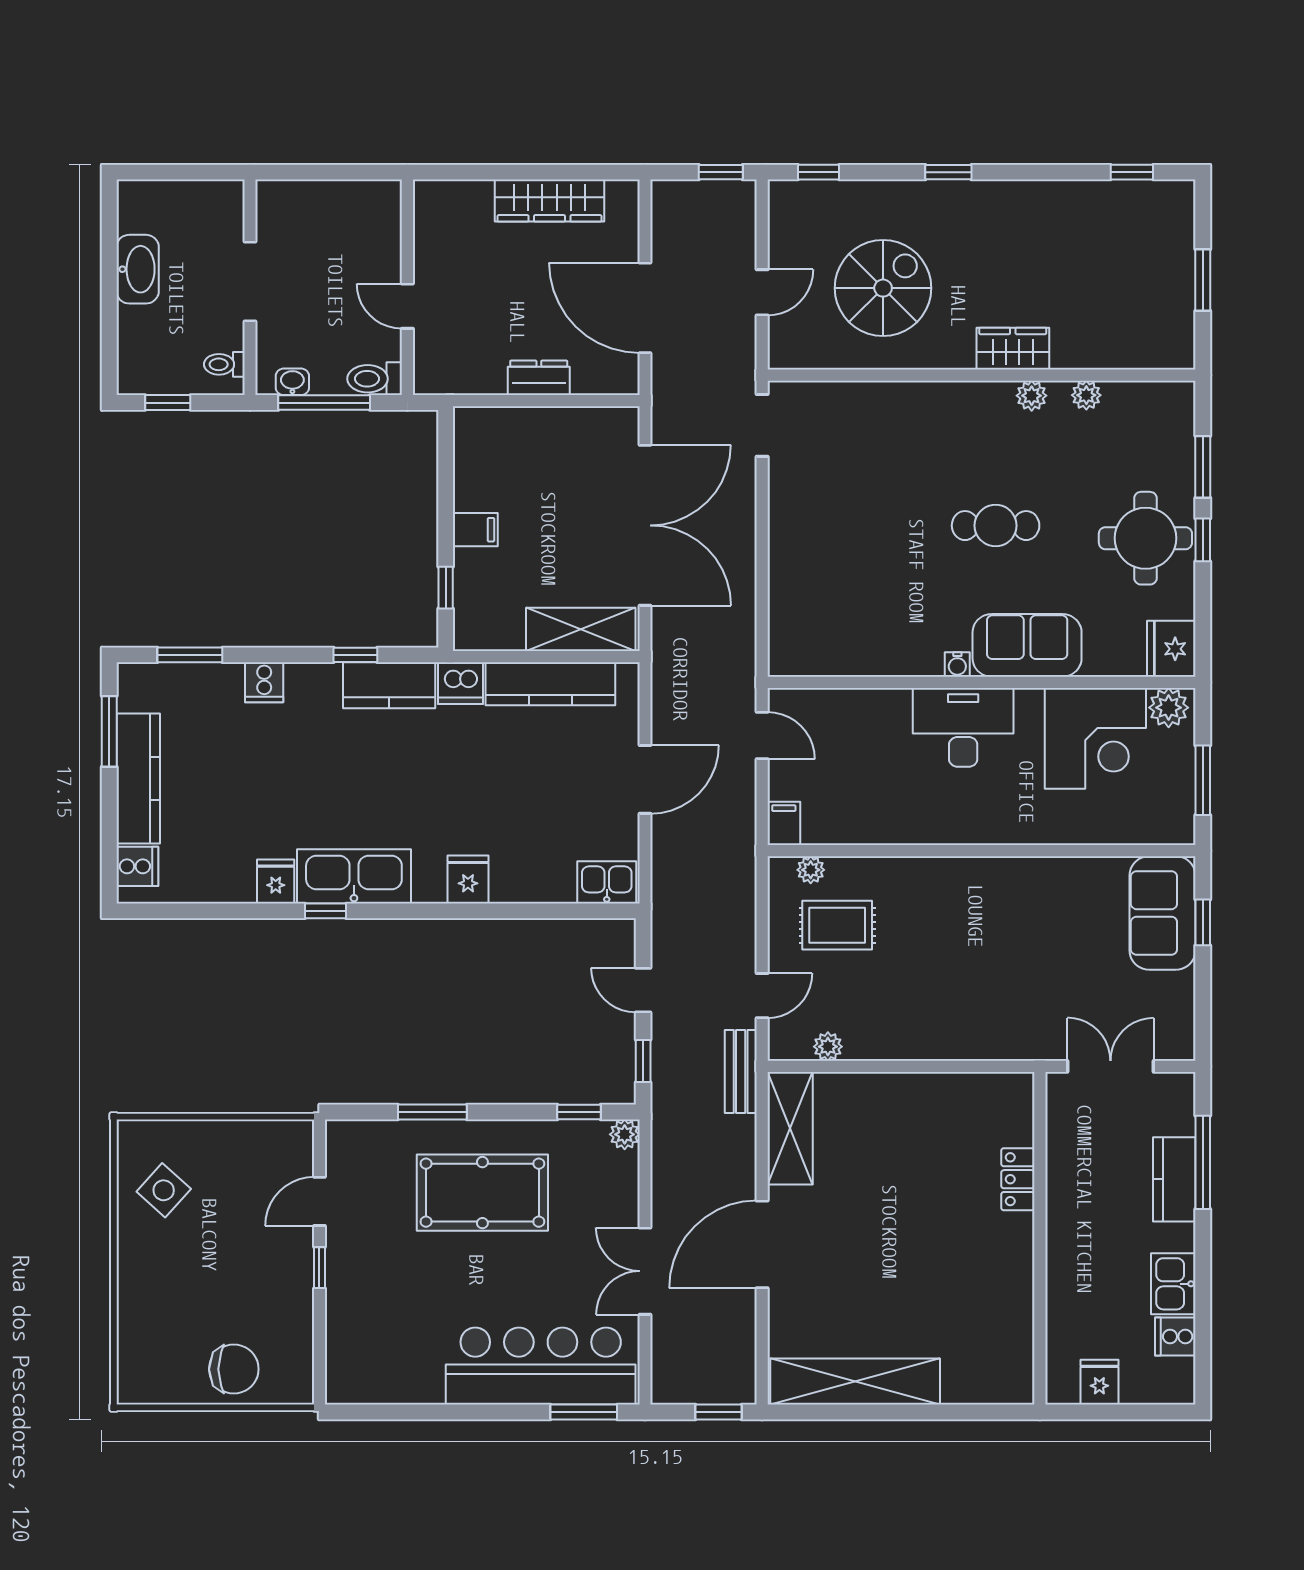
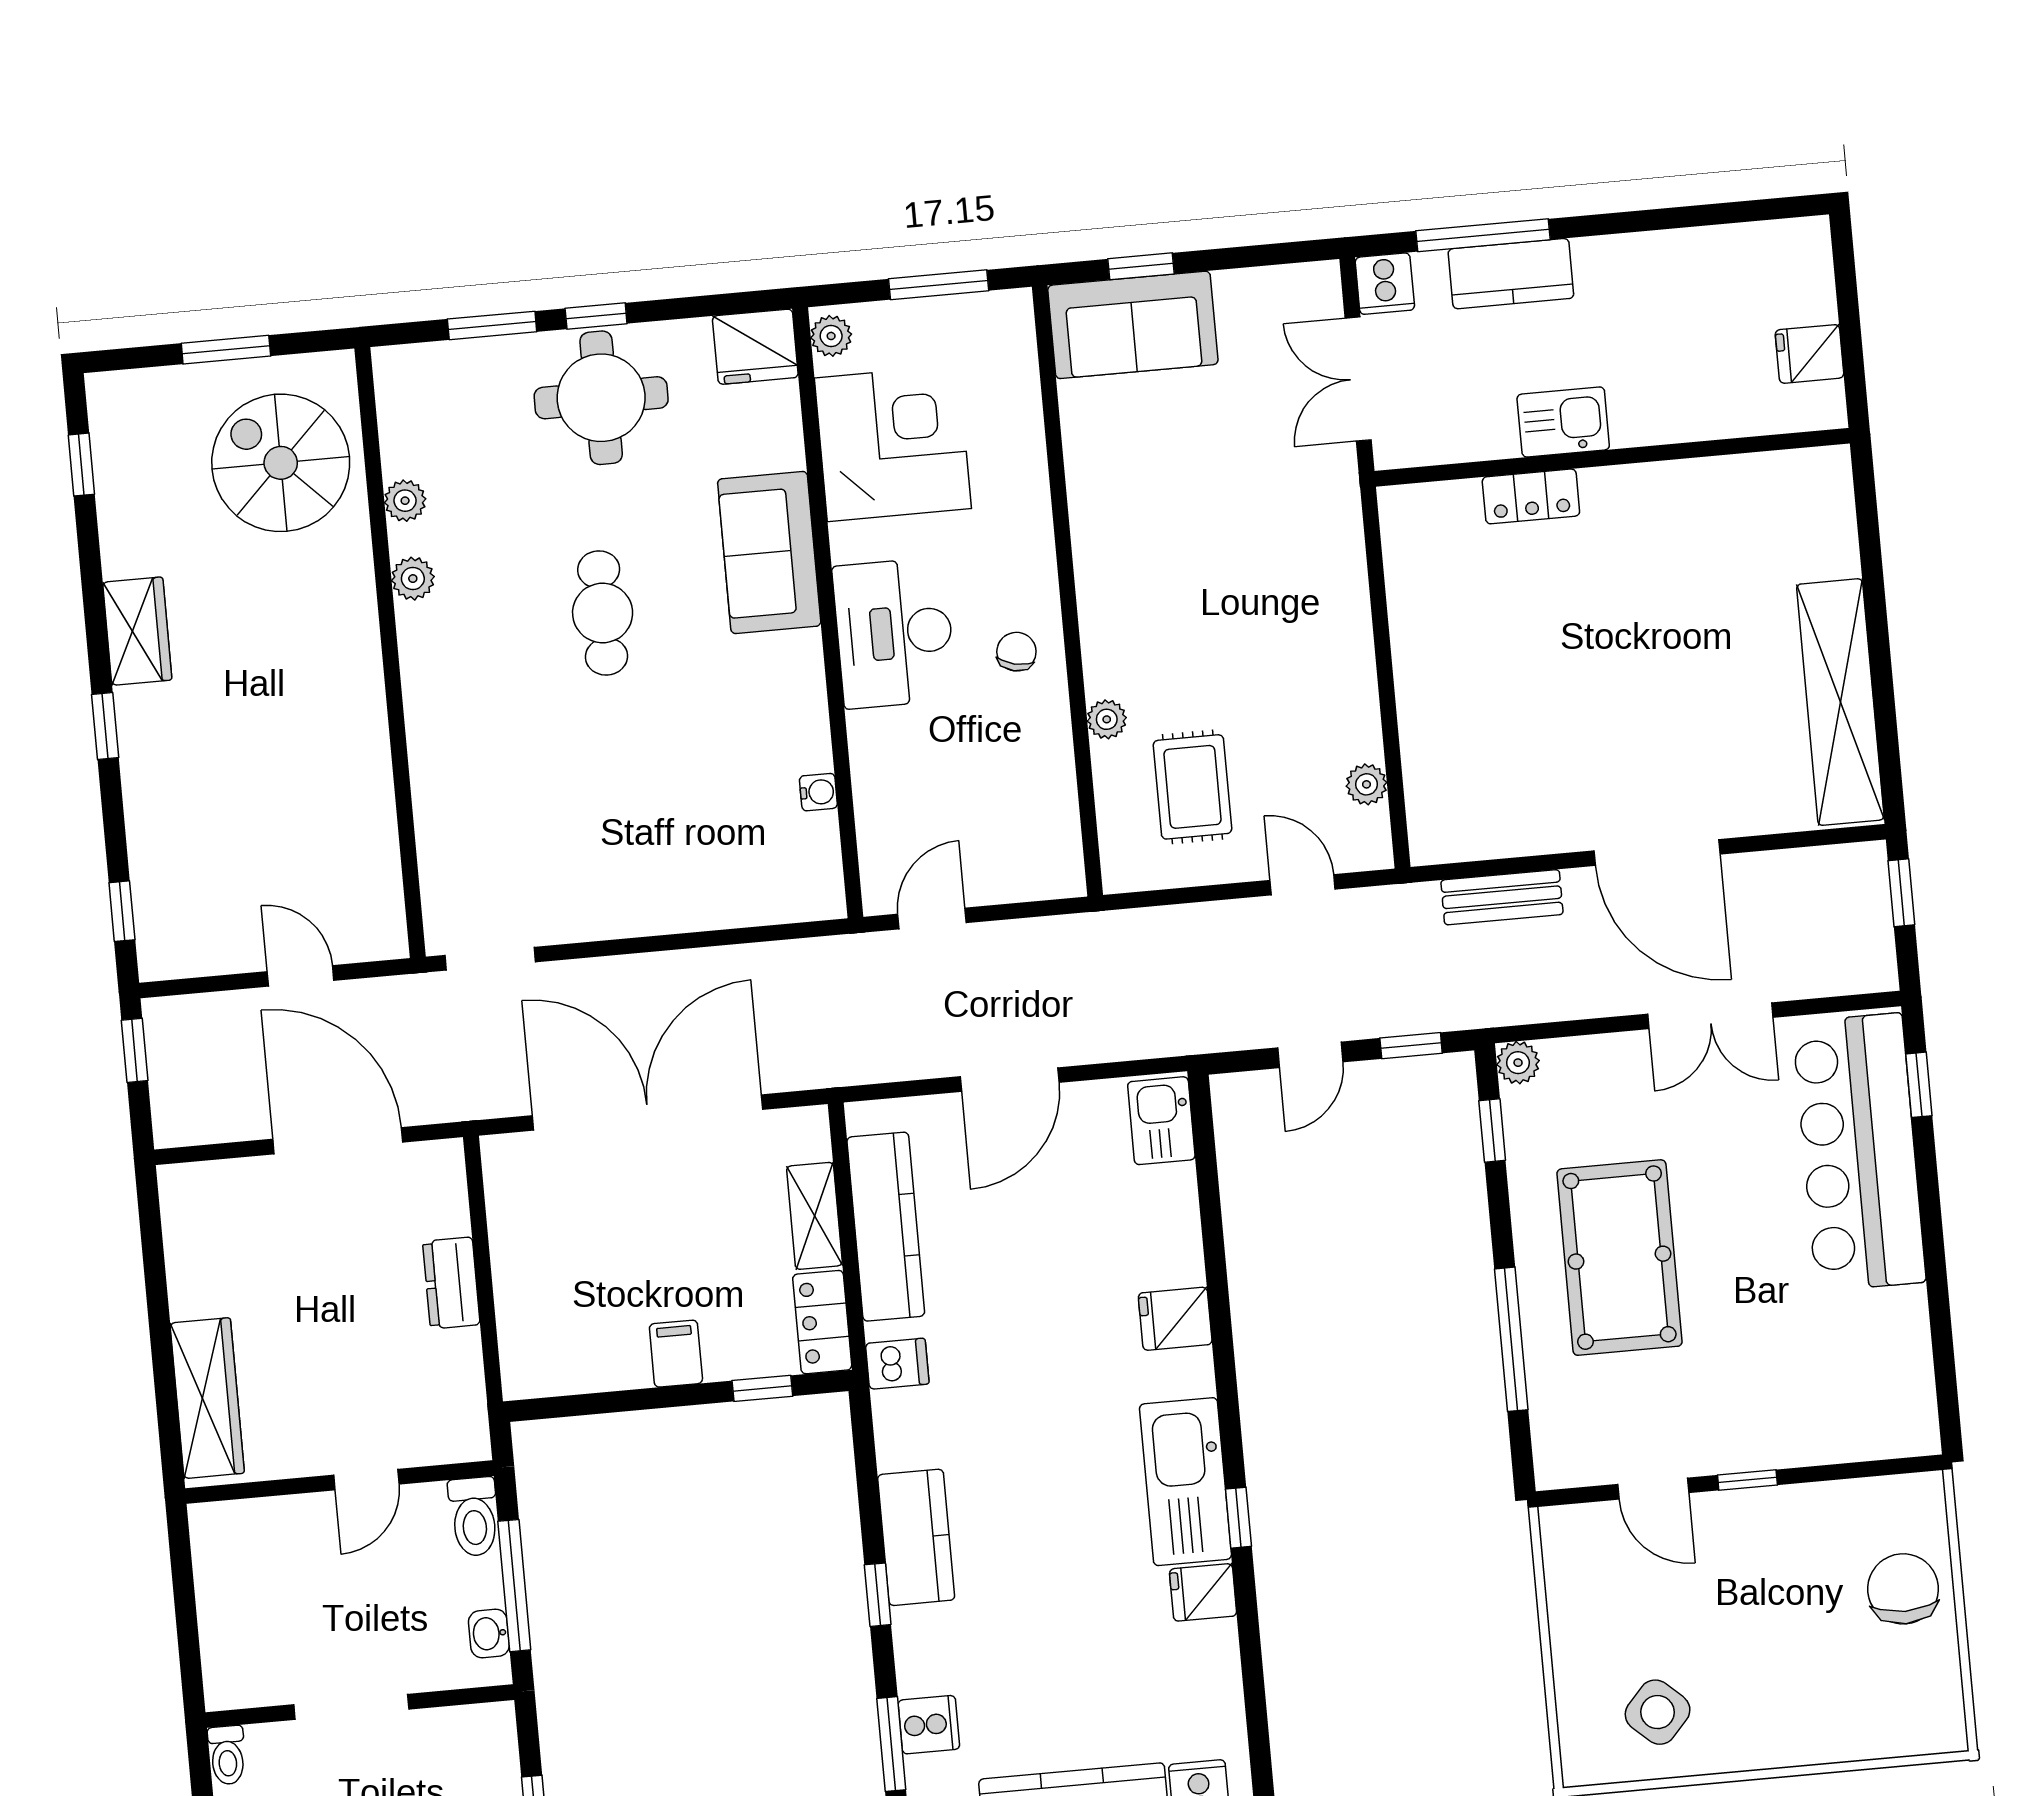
wardrobe: (550, 201) -> (207, 1398), moved
spiral stairs: (883, 288) -> (281, 463), moved
door: (645, 308) -> (338, 1141), swing flipped
wardrobe: (1013, 349) -> (137, 631), moved, turned 180
toilet: (224, 364) -> (227, 1755), moved
shelving: (581, 629) -> (814, 1216), width x0.67, depth x0.75
locker: (488, 634) -> (822, 1322), added
window: (355, 655) -> (878, 1595), moved
water cooler: (957, 664) -> (818, 792), moved
cooker: (264, 682) -> (929, 1725), moved
dishwasher: (460, 683) -> (897, 1364), width x0.73
kitchen counter: (389, 685) -> (916, 1537), moved
plant: (1169, 708) -> (831, 336), width x0.73, depth x0.73
door: (645, 779) -> (1010, 1080), swing flipped
chair: (942, 811) -> (1016, 652), added
filing cabinet: (784, 823) -> (1054, 876), removed
plant: (811, 870) -> (1107, 719), moved
bench: (741, 1071) -> (1502, 897), moved
window: (432, 1112) -> (1511, 1339), width x1.44
shelving: (790, 1128) -> (1488, 828), removed
kitchen sink: (1173, 1284) -> (1563, 422), moved, turned 180
cooker: (1175, 1336) -> (1385, 284), moved
window: (584, 1412) -> (1919, 1085), width x0.67

